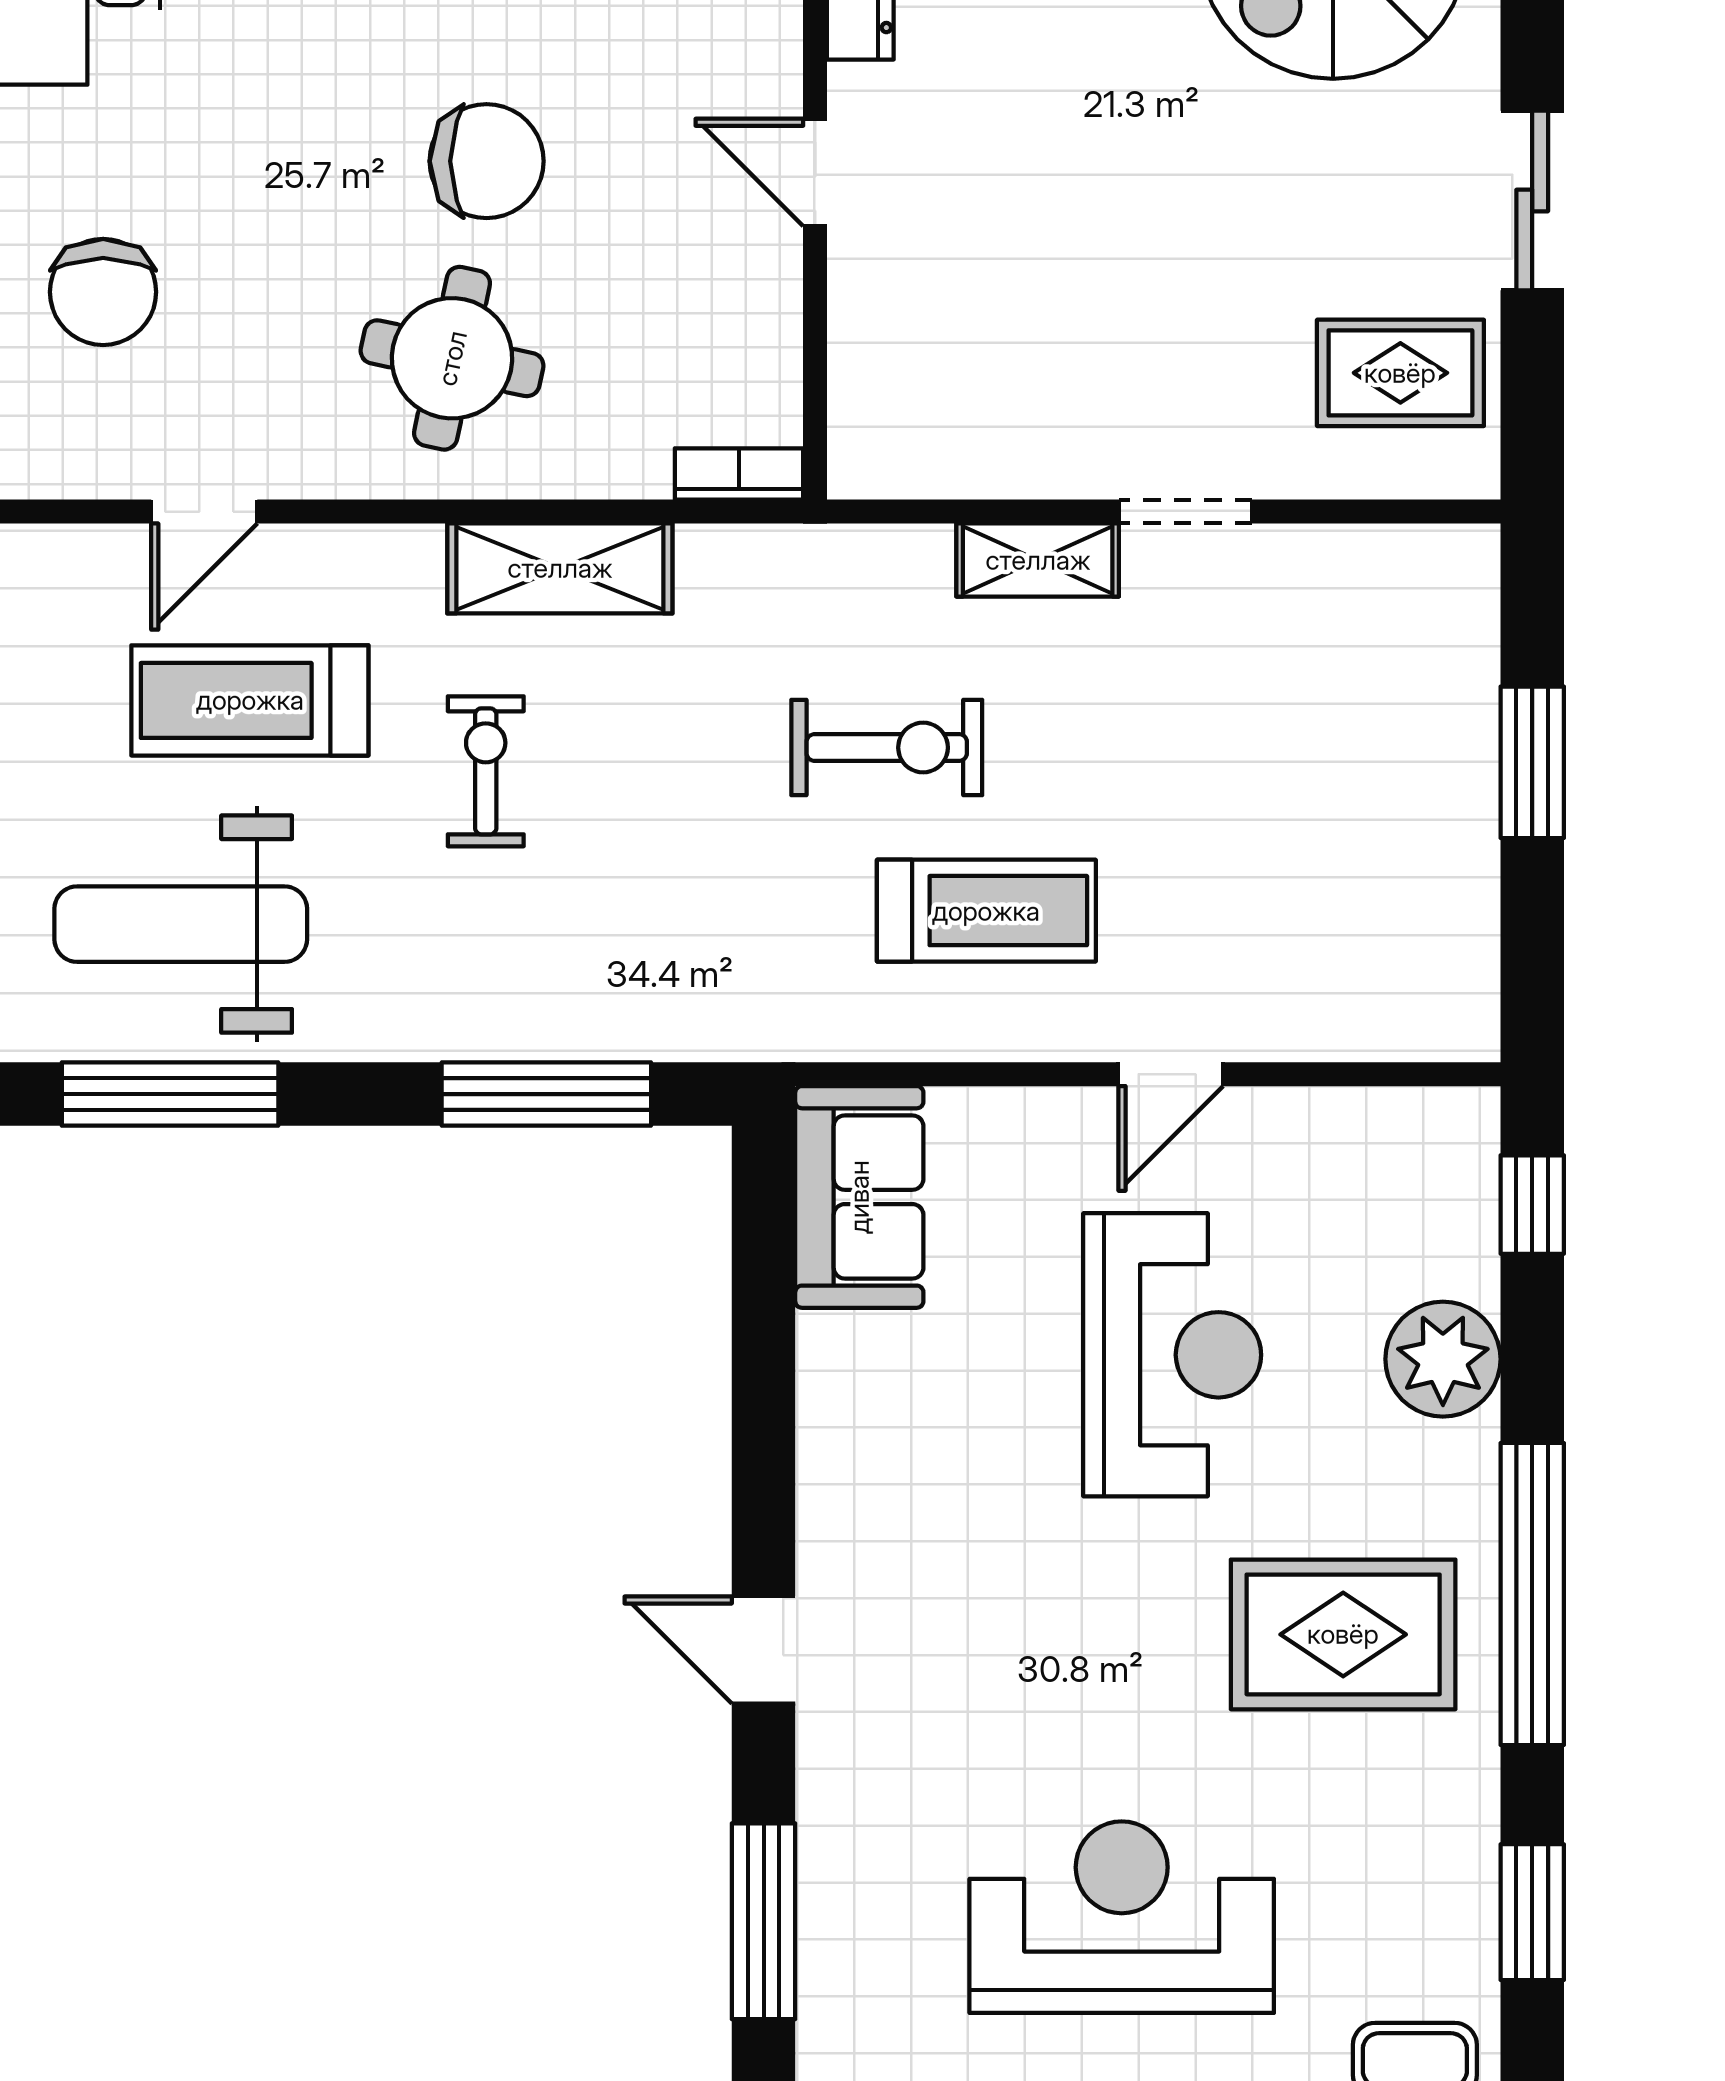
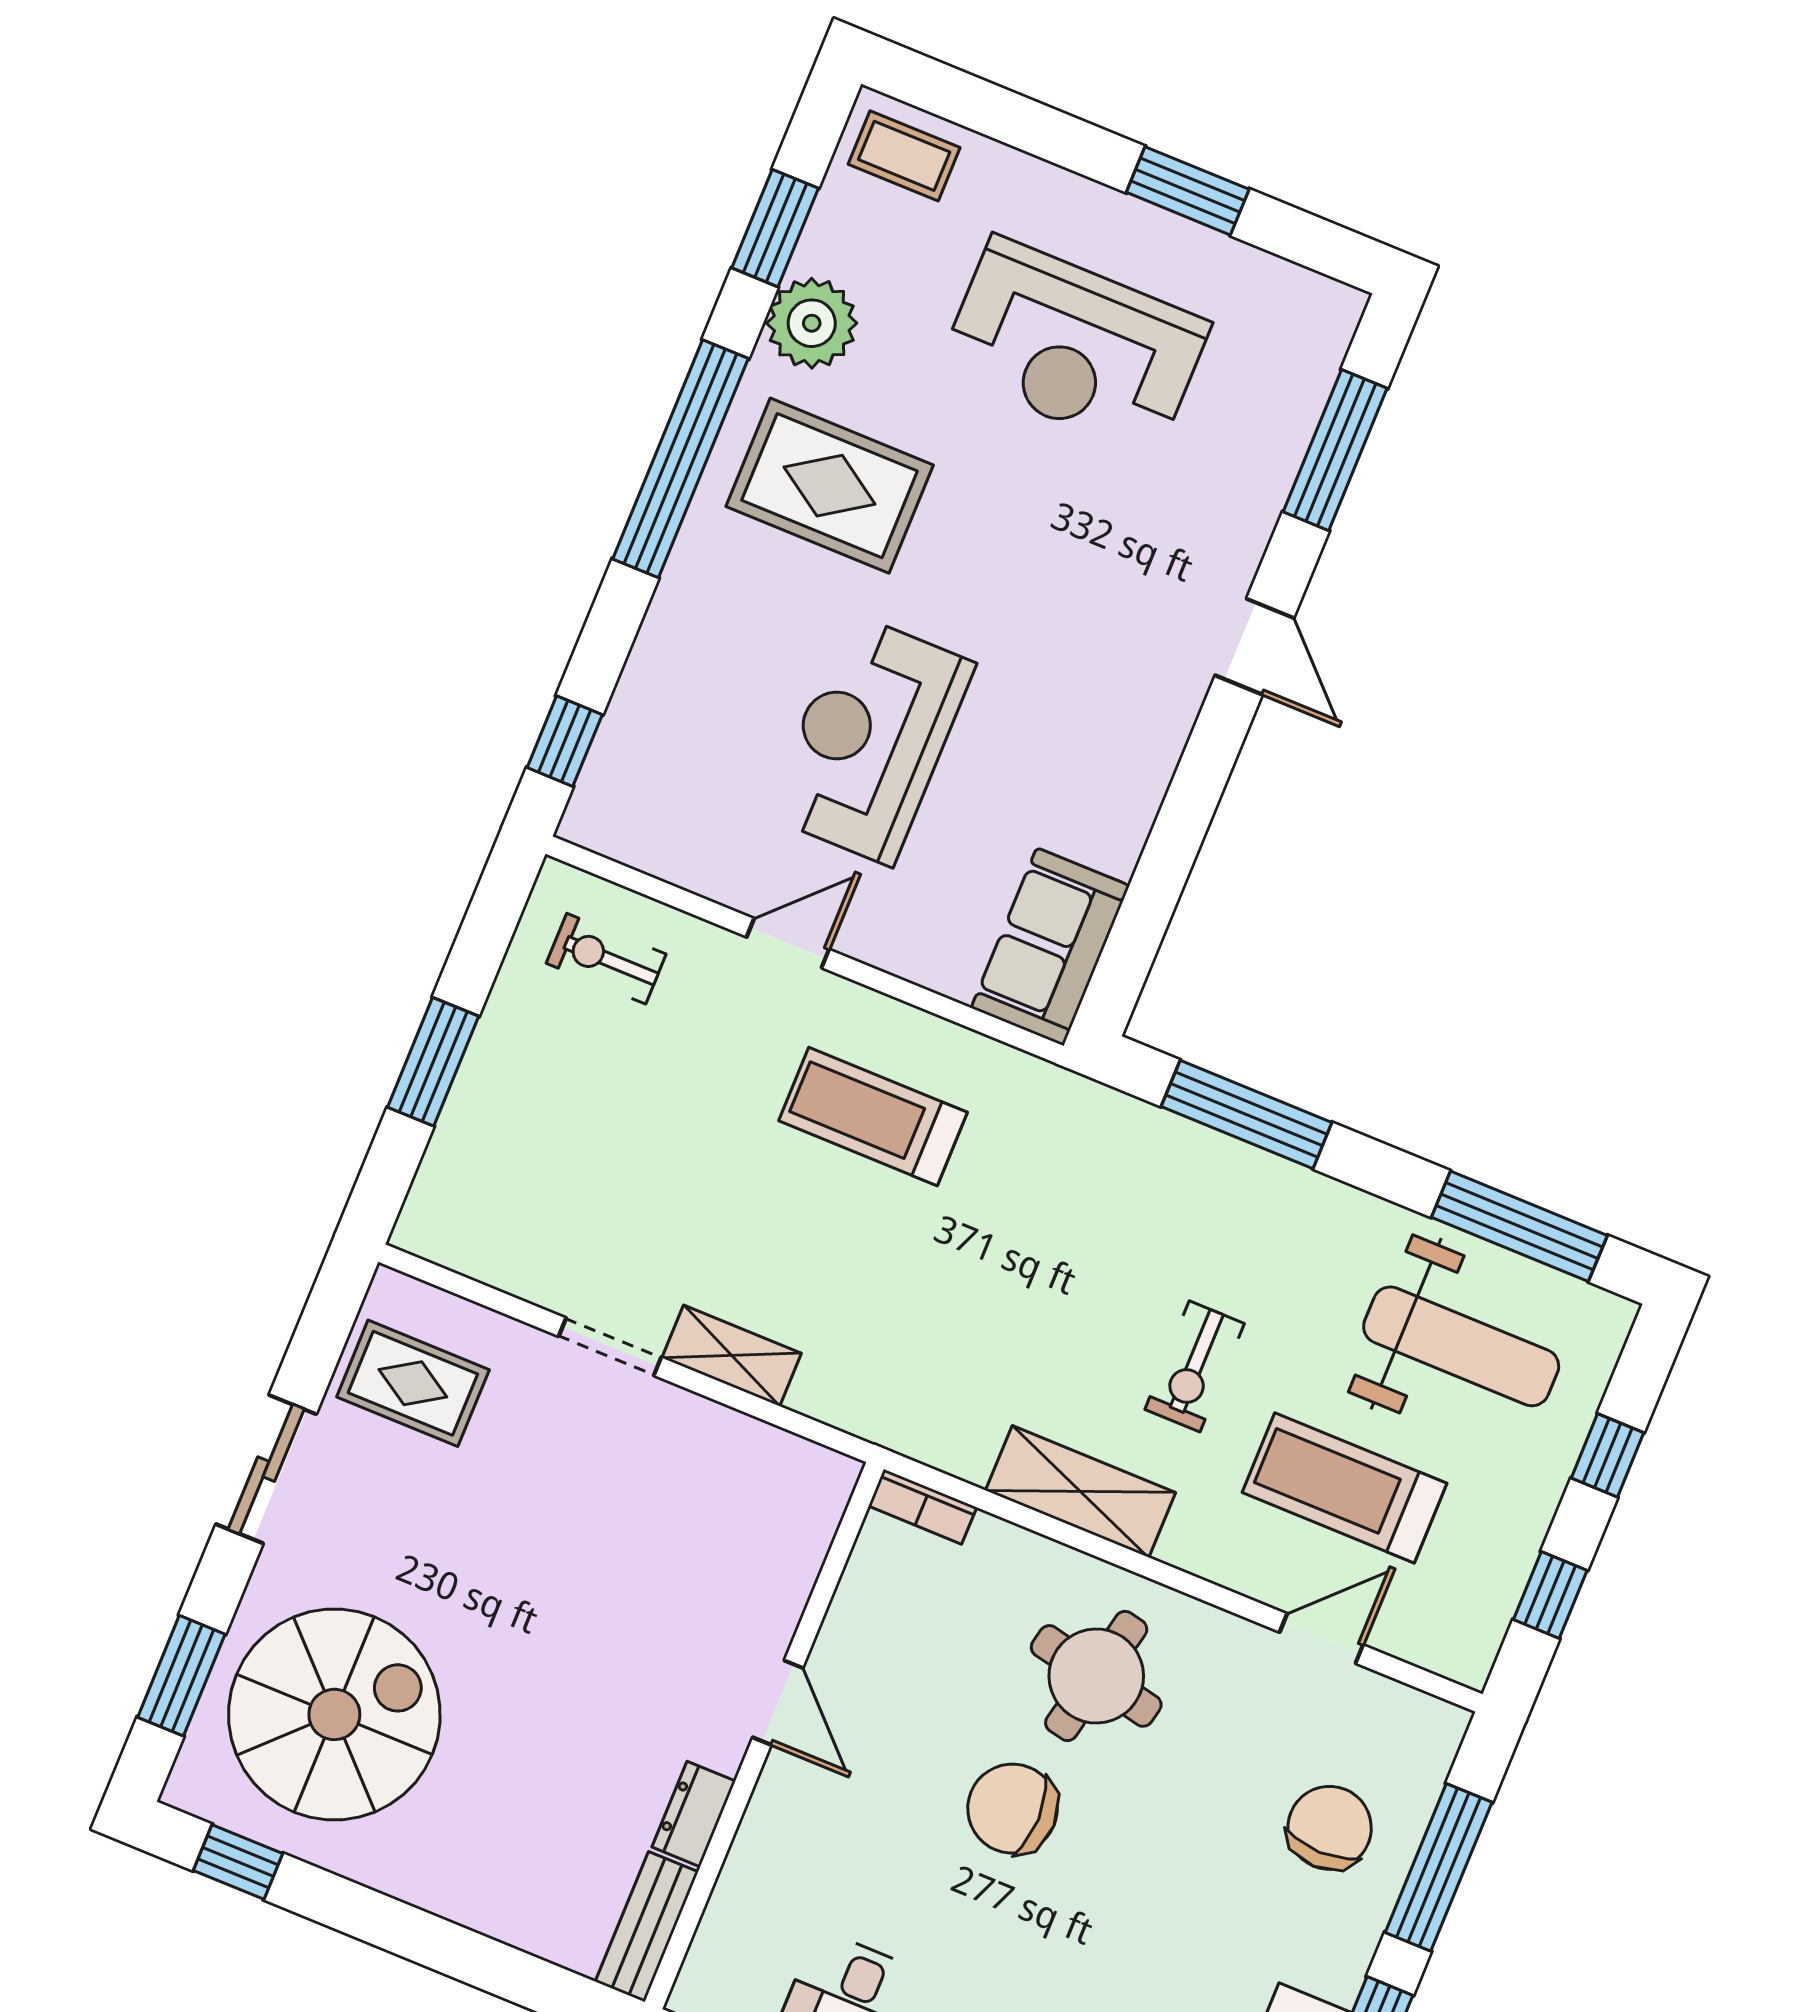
treadmill: (250, 700) -> (1344, 1488), turned 180
exercise bike: (887, 748) -> (606, 959), moved, width x0.73, depth x0.72
plant: (1443, 1359) -> (812, 323), moved

